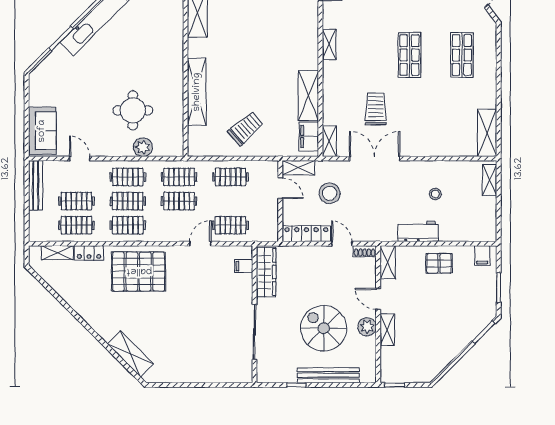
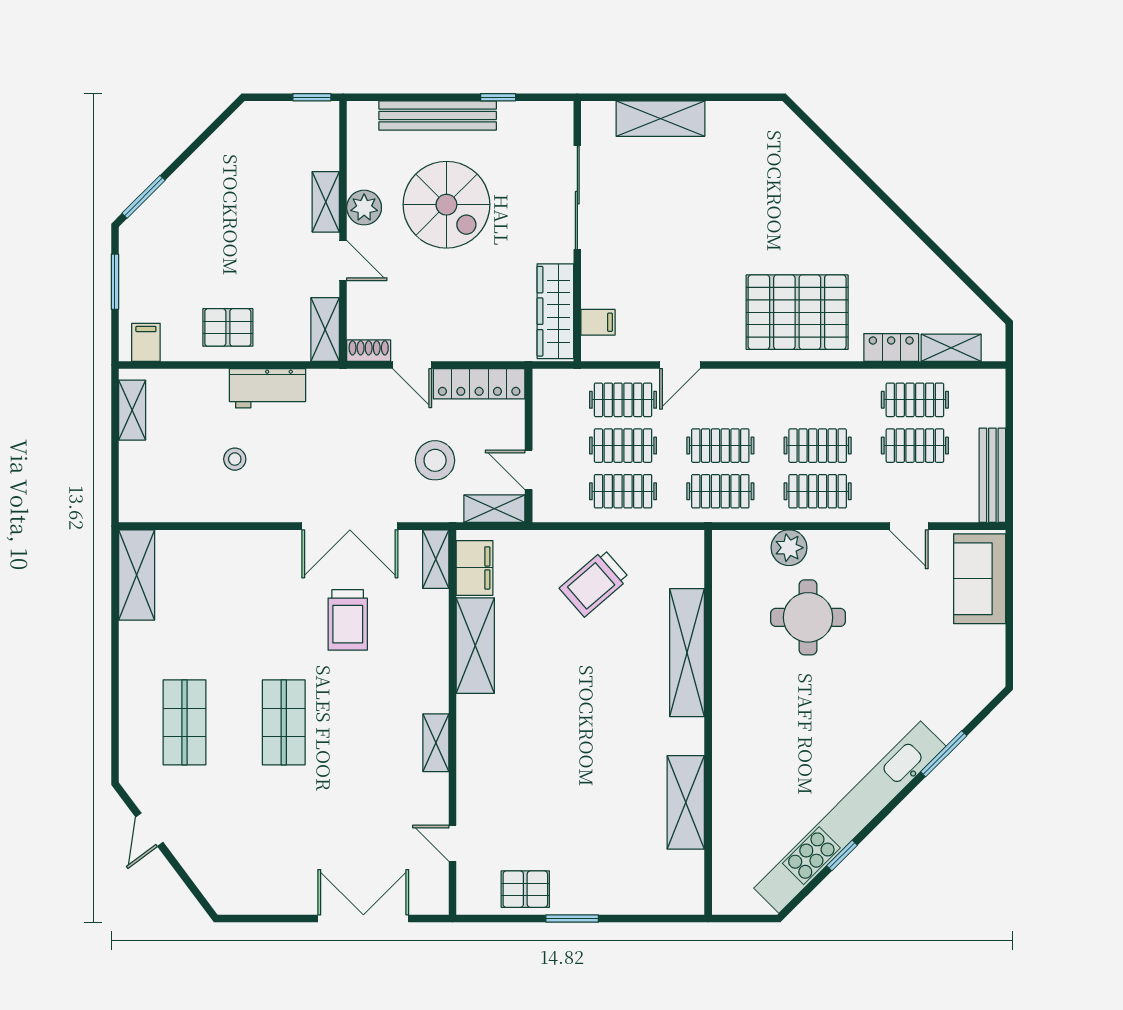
shelving: (490, 180) -> (132, 410), moved
clothes rail: (128, 225) -> (623, 446), moved
shelving: (130, 354) -> (660, 119), moved, turned -45

